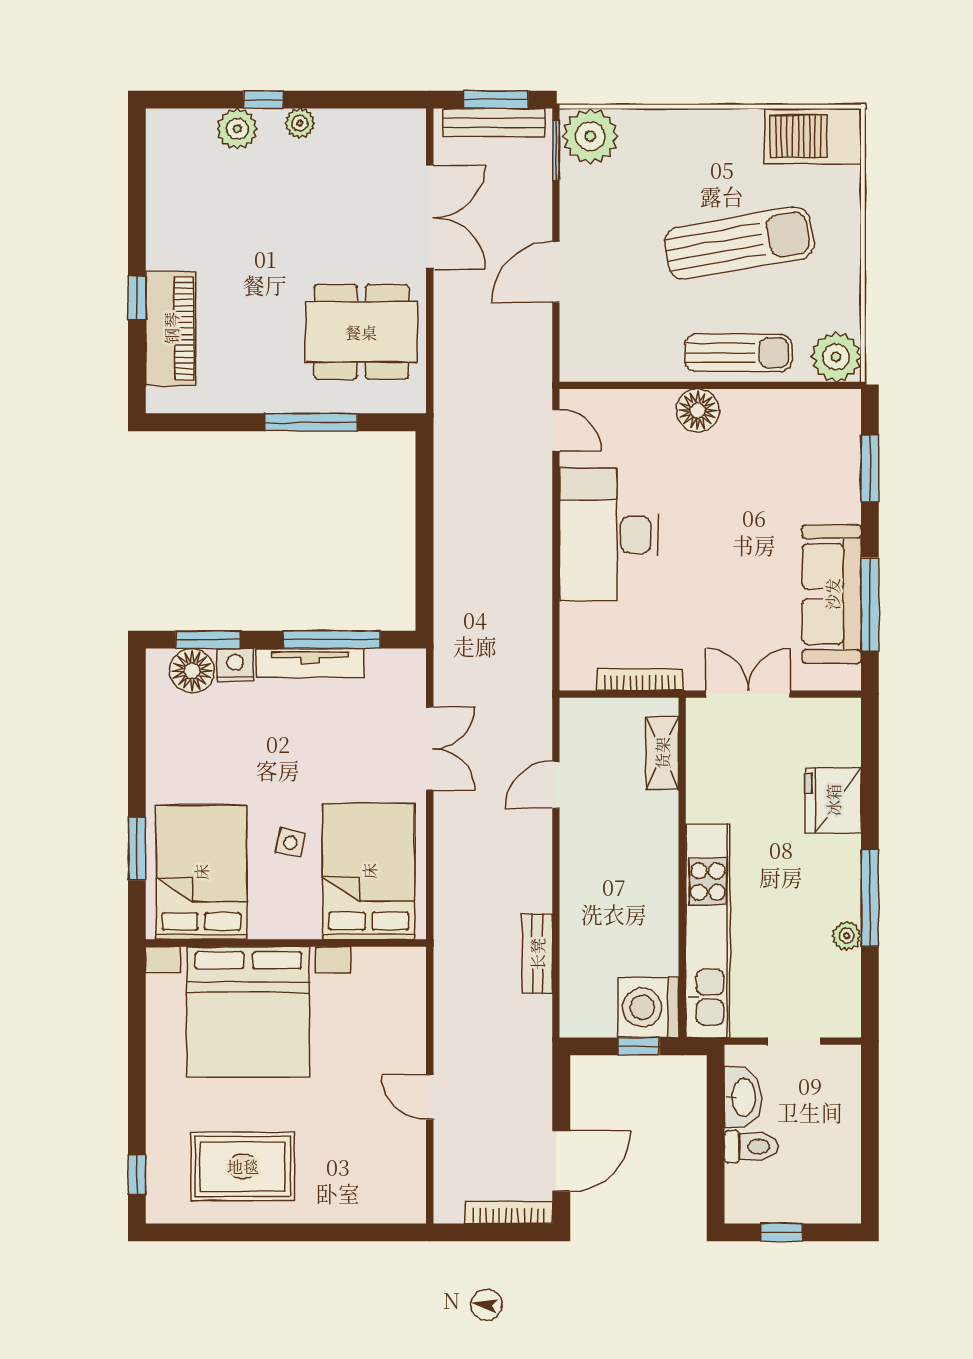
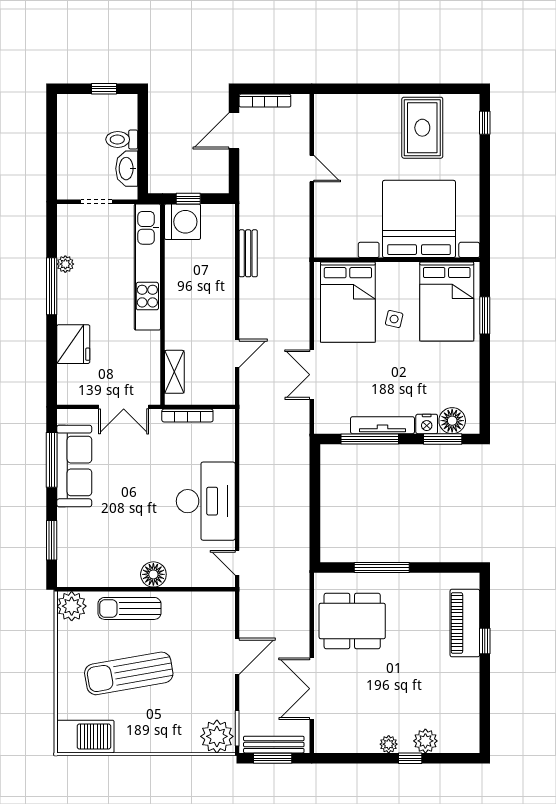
rug: (243, 1166) -> (422, 128), turned 90

